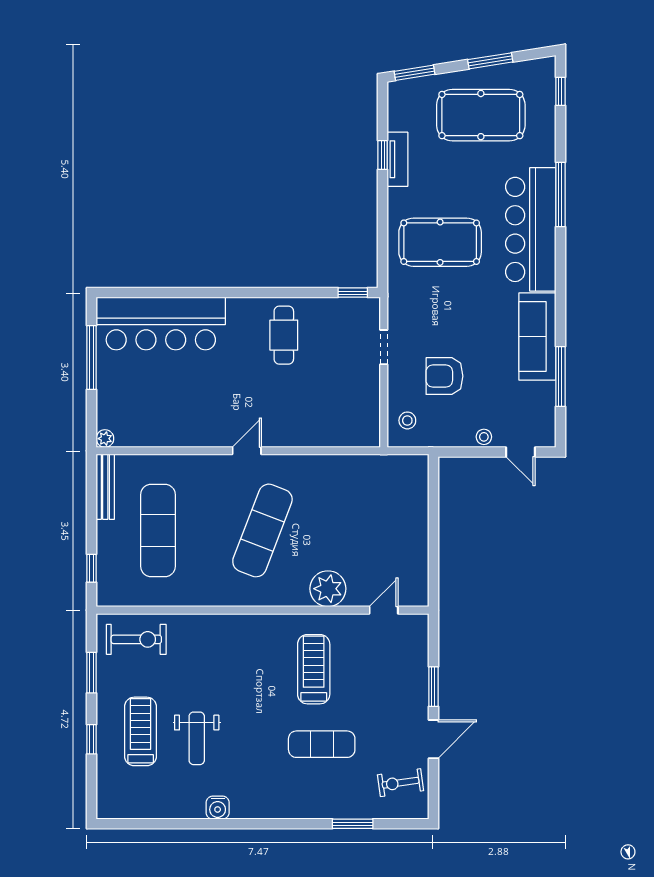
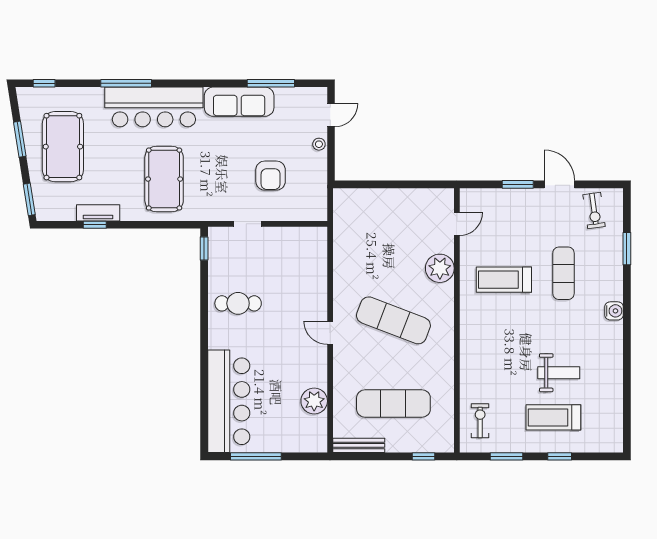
stool: (407, 420) -> (306, 205), removed
plant: (105, 439) -> (314, 401), moved, width x1.88, depth x1.88
door: (384, 610) -> (457, 224), swing flipped
exercise bike: (136, 639) -> (480, 421), width x0.73, depth x0.72
water cooler: (218, 808) -> (614, 311), moved

